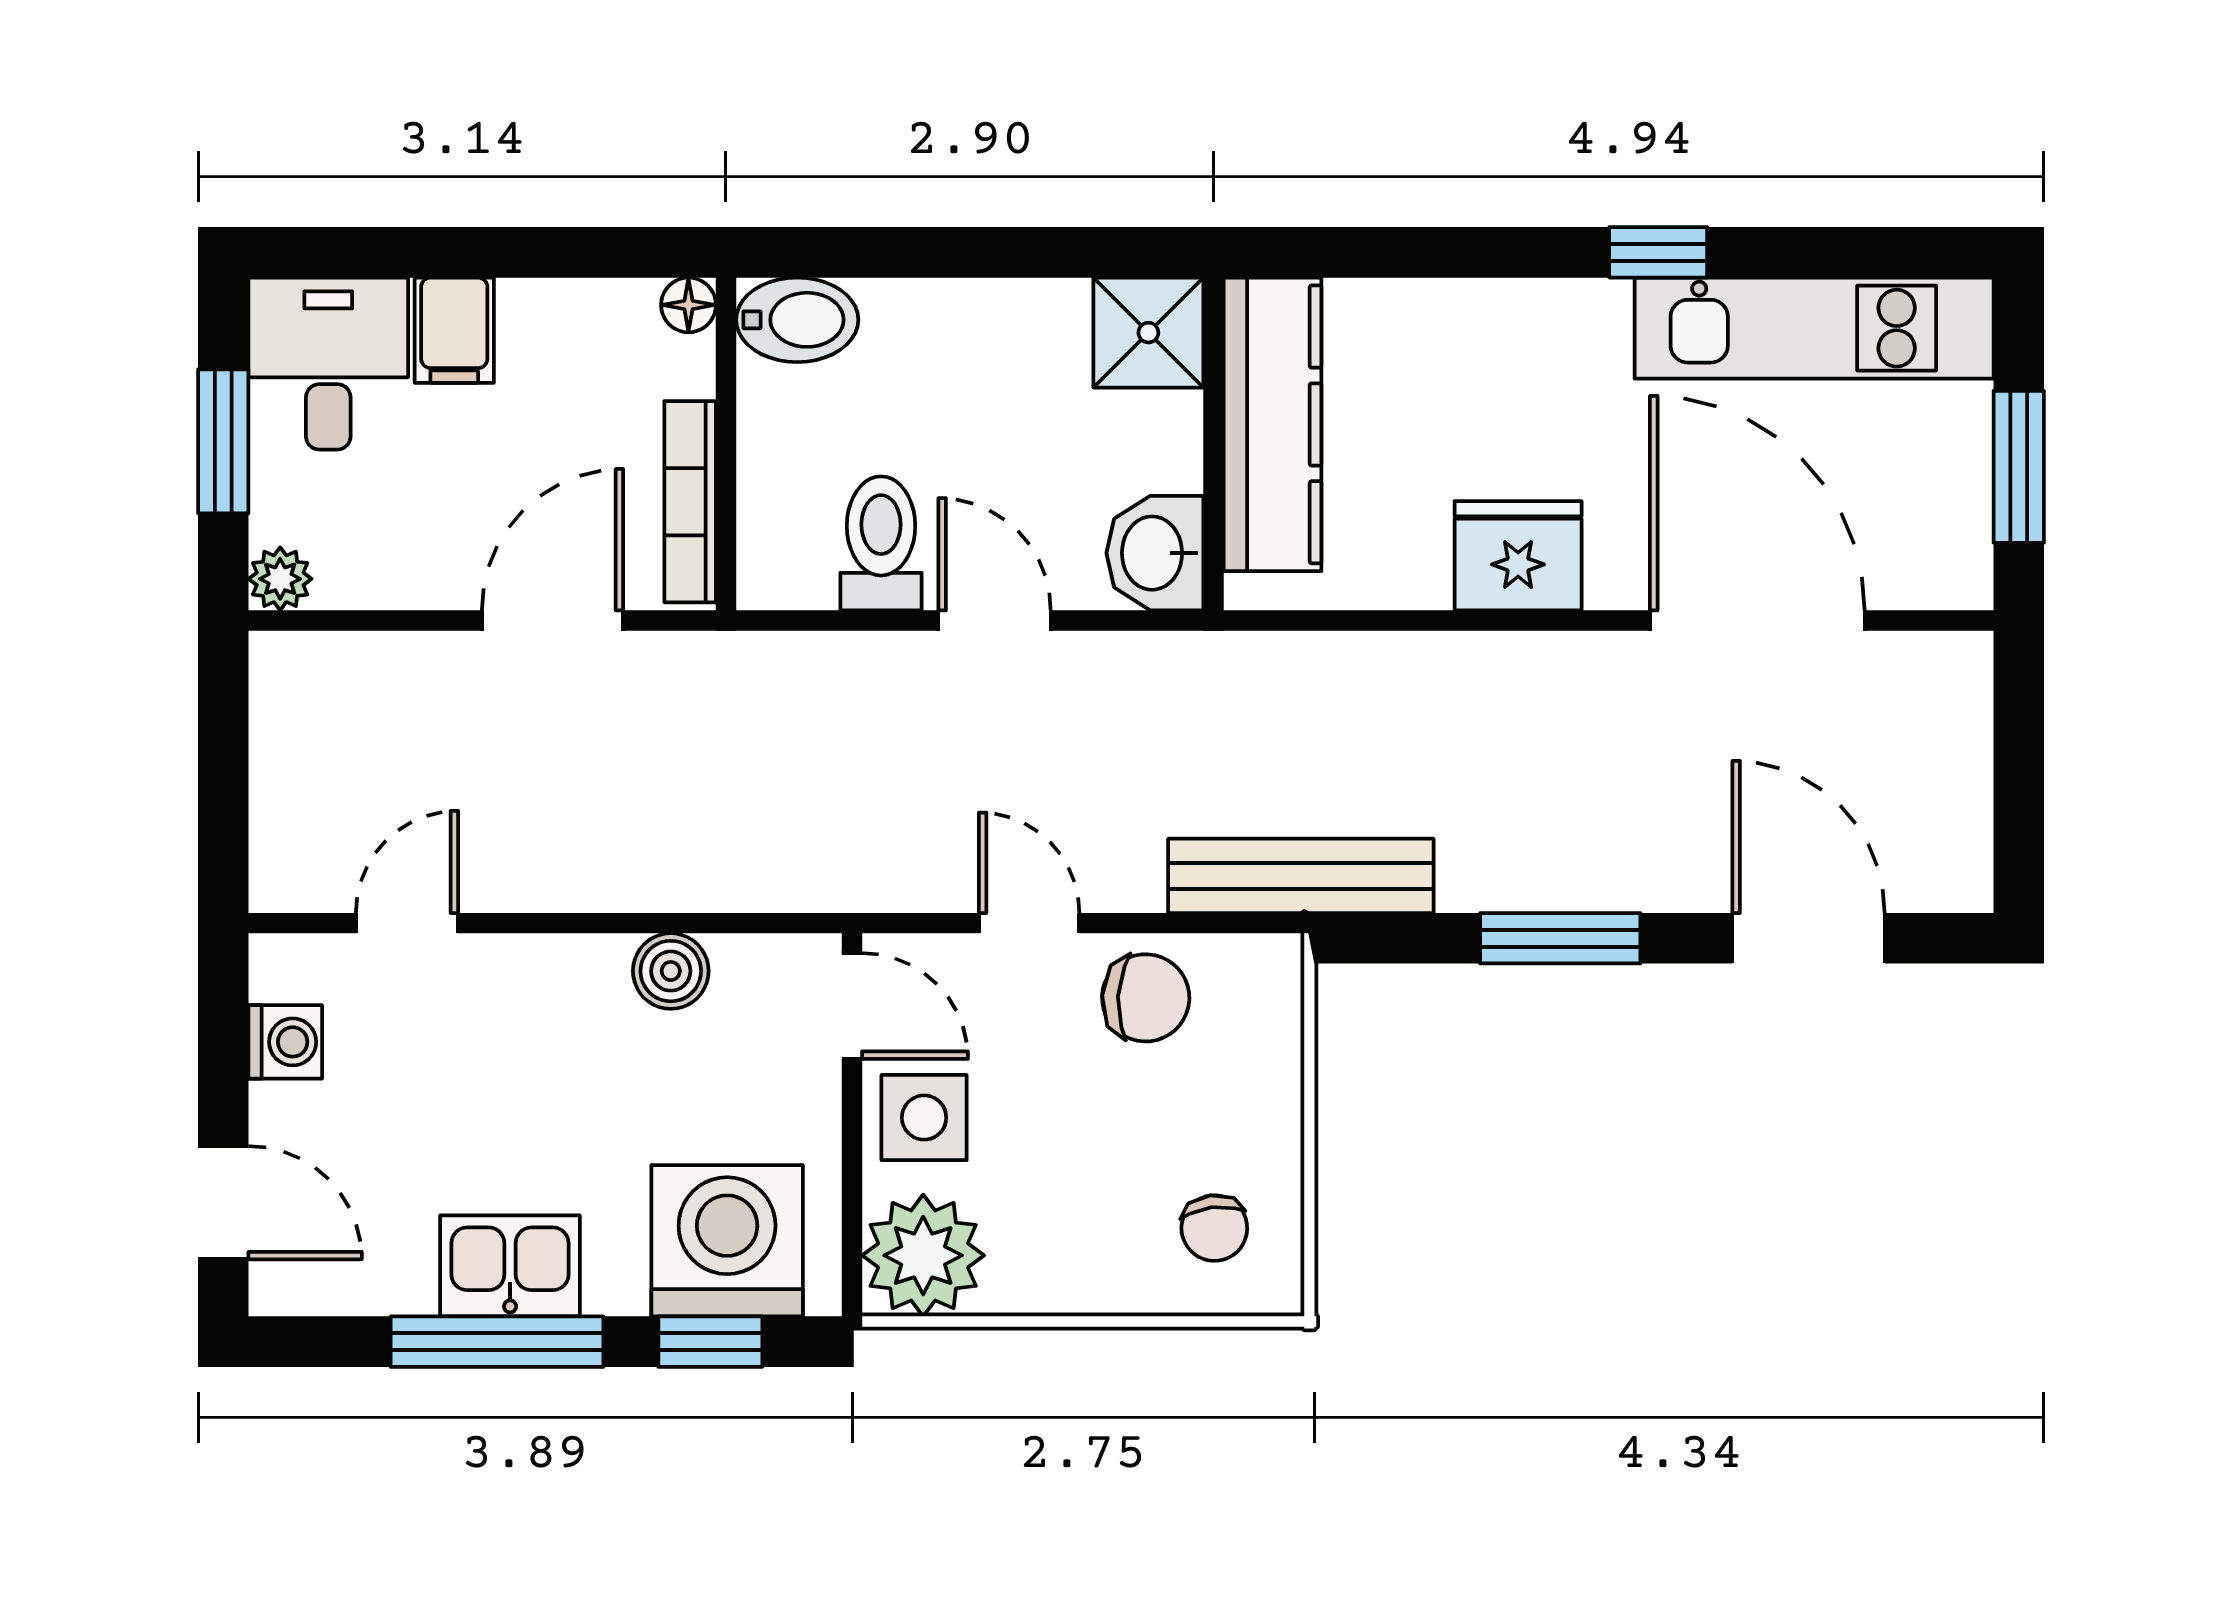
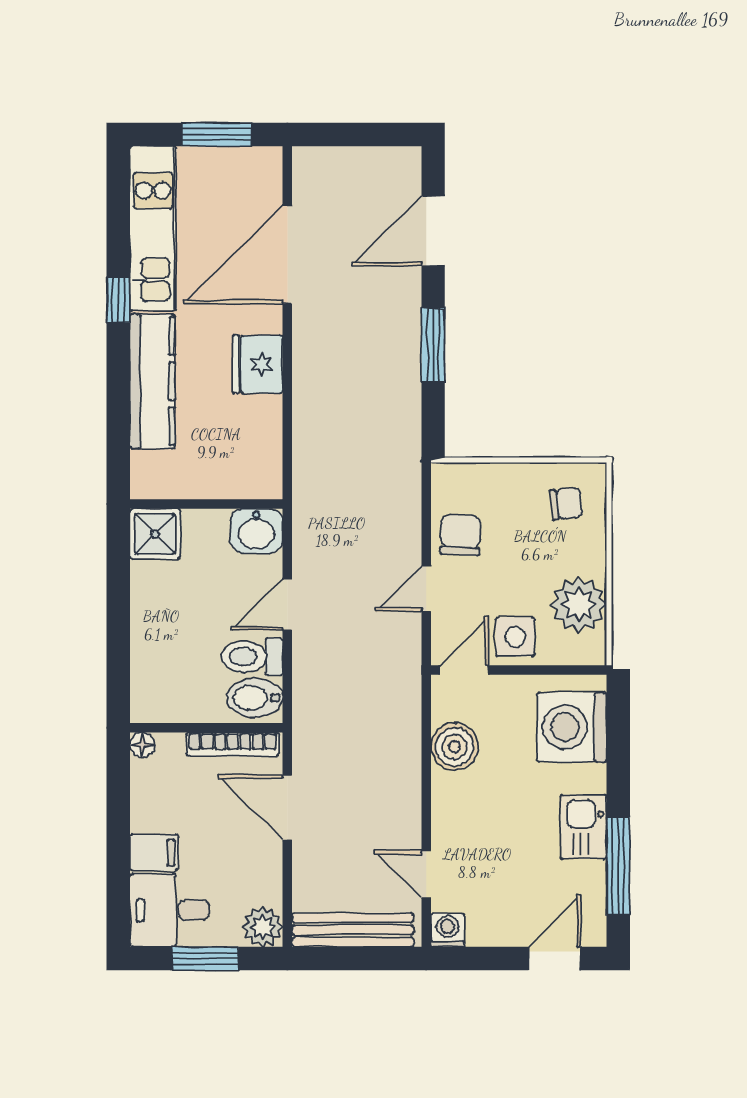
bidet: (797, 320) -> (255, 698), moved, turned -90
kitchen counter: (1273, 424) -> (152, 381), moved, turned 90
plant: (280, 579) -> (263, 927), width x1.38, depth x1.38
bench: (1301, 876) -> (353, 930), moved, turned 90
boiler: (671, 971) -> (454, 747), width x1.36, depth x1.36
washing machine: (285, 1042) -> (448, 930), moved
plant: (923, 1255) -> (579, 605), moved
window: (497, 1342) -> (618, 866), moved
window: (710, 1342) -> (618, 735), removed

